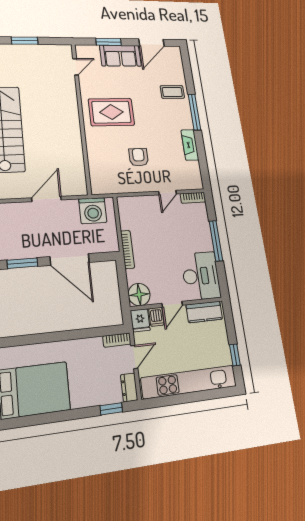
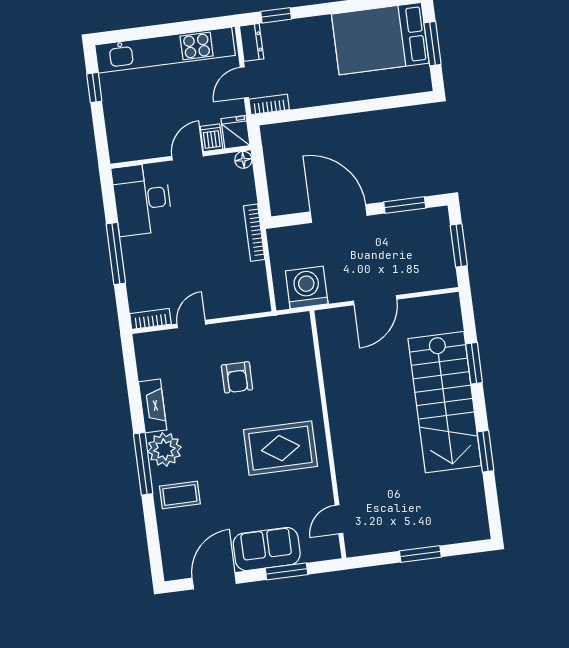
plant: (182, 119) -> (164, 449), added
floor lamp: (139, 295) -> (243, 160), width x0.53, depth x0.53
kitchen counter: (204, 312) -> (139, 147), removed

